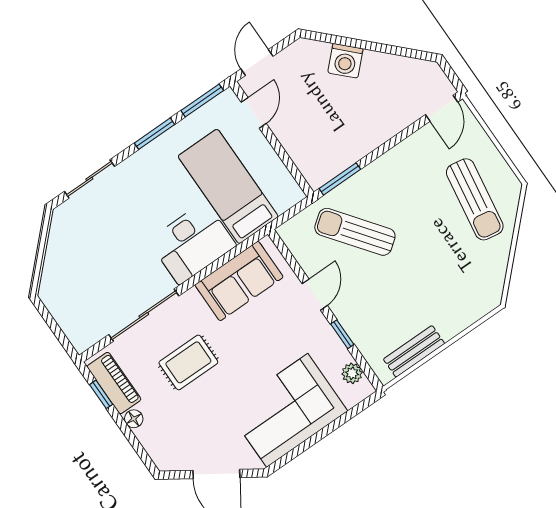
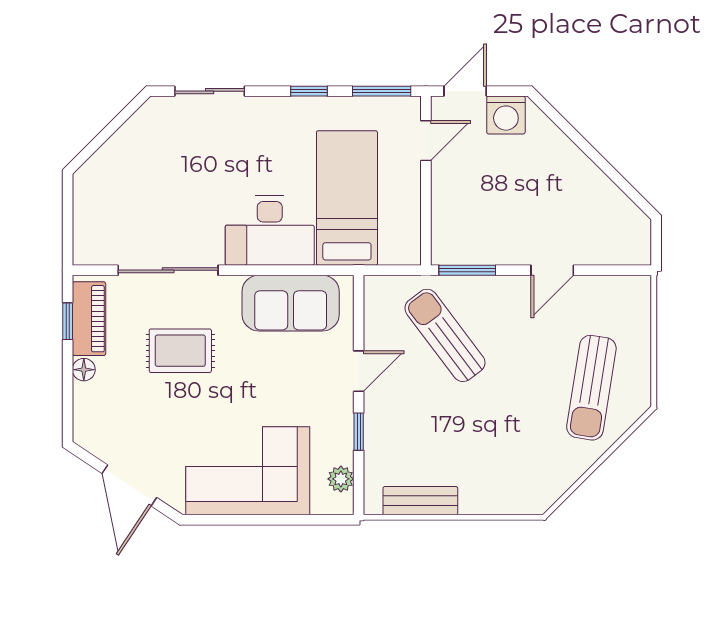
washing machine: (345, 61) -> (506, 115), moved, turned -45
door: (442, 108) -> (552, 270), moved
window: (155, 134) -> (309, 91), width x0.67

